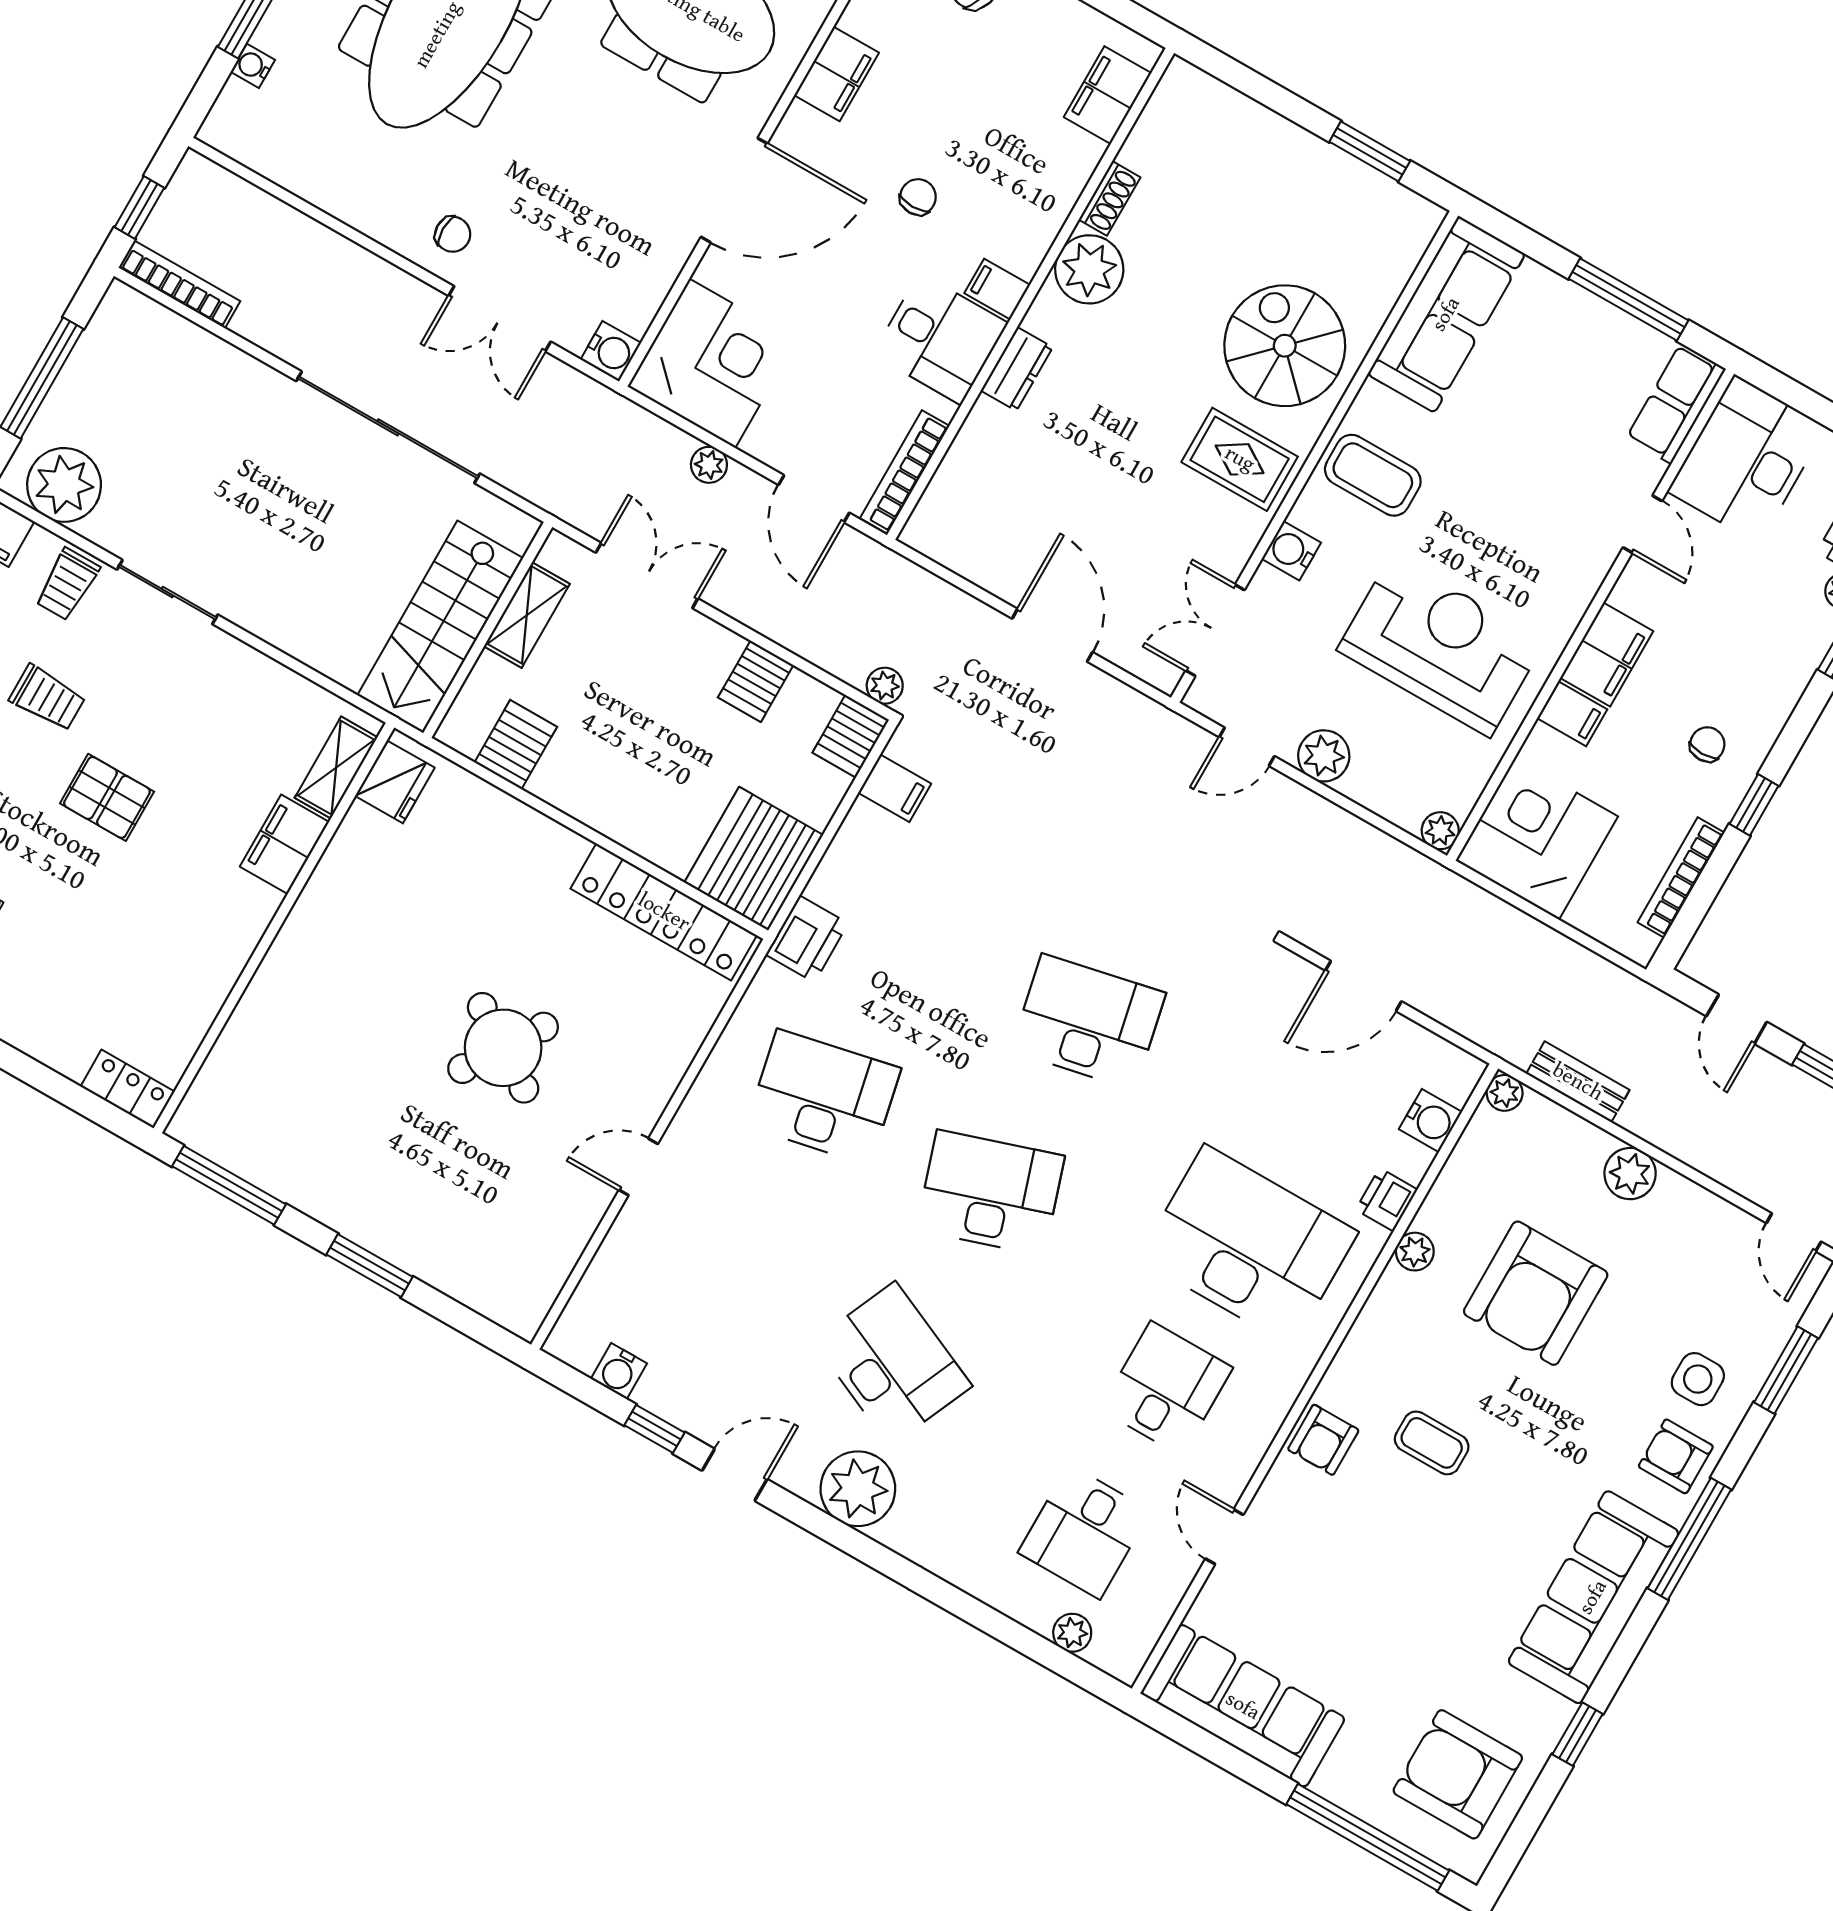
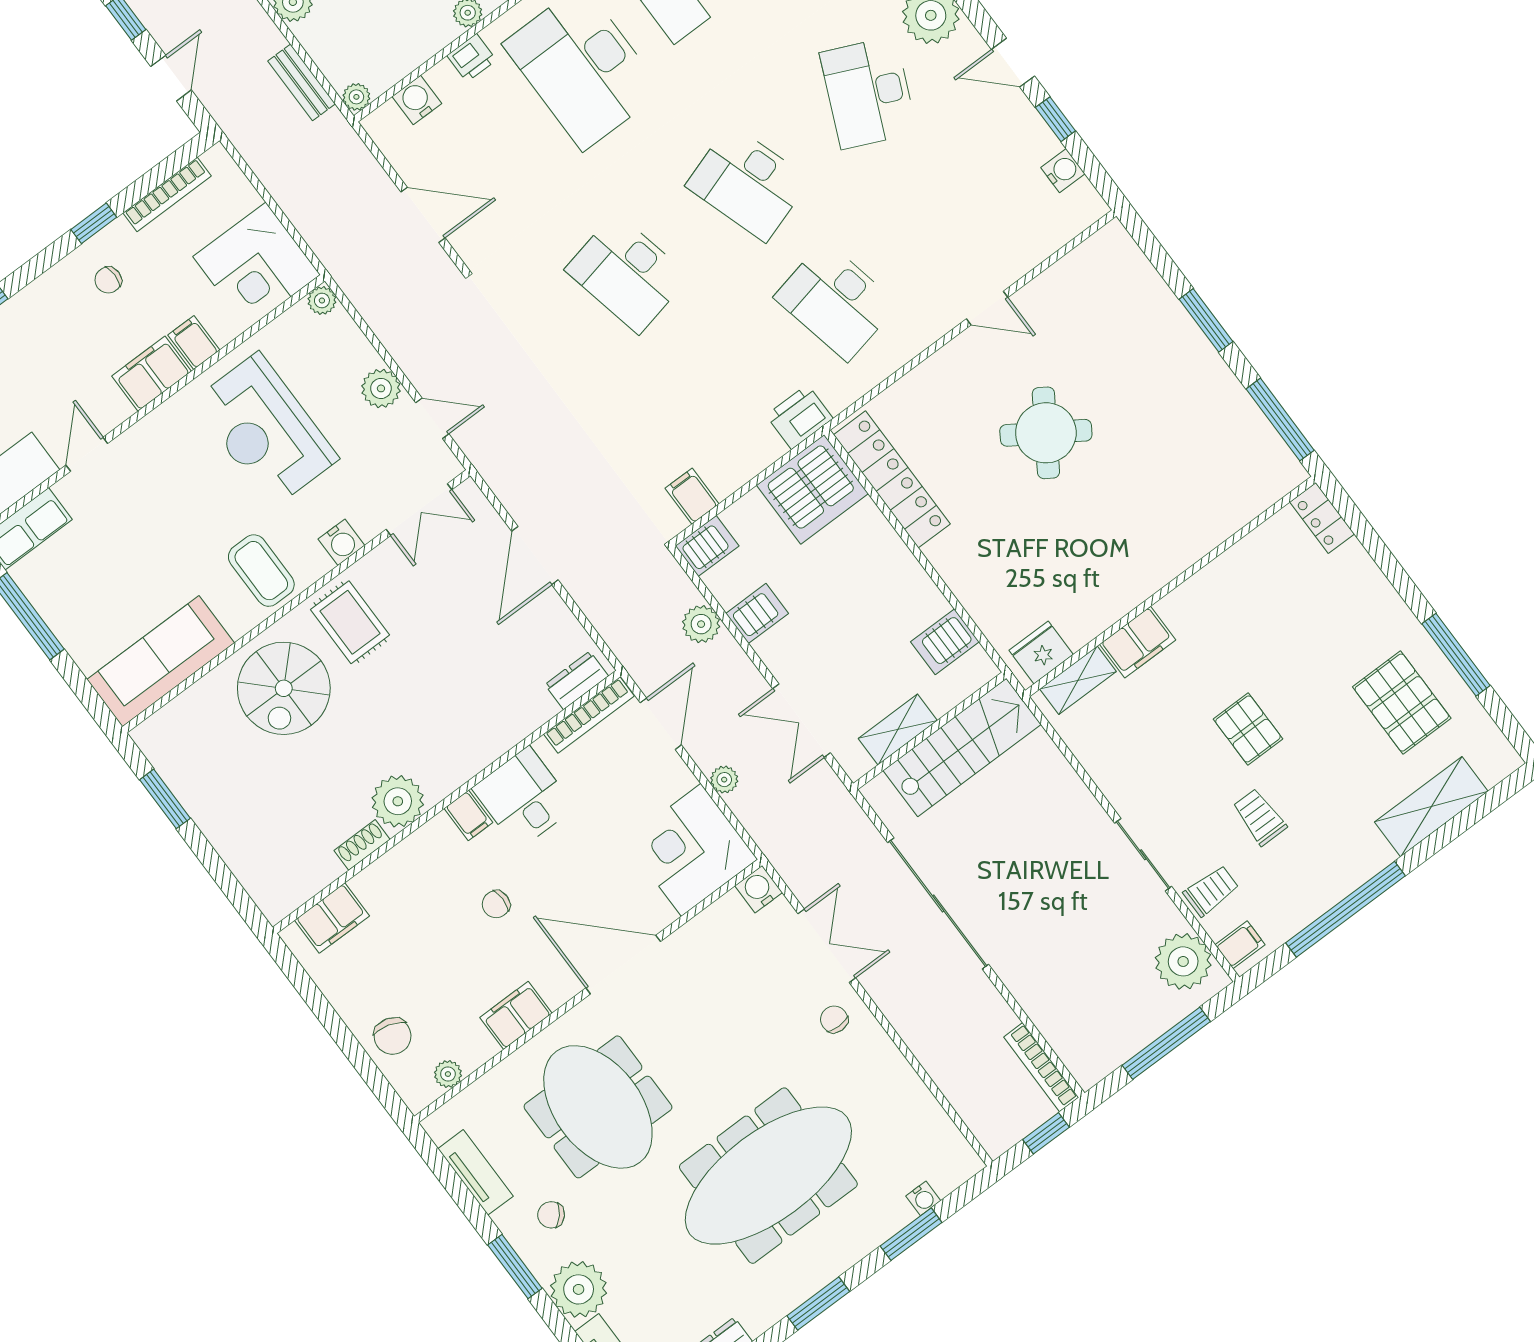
dresser: (1017, 369) -> (577, 680), moved
plant: (885, 686) -> (701, 624), moved, width x1.38, depth x1.38

